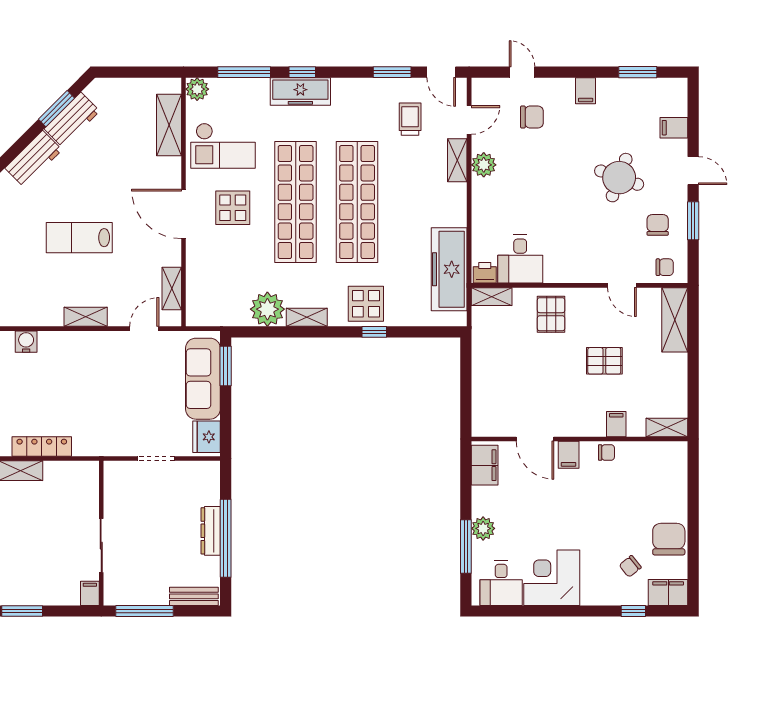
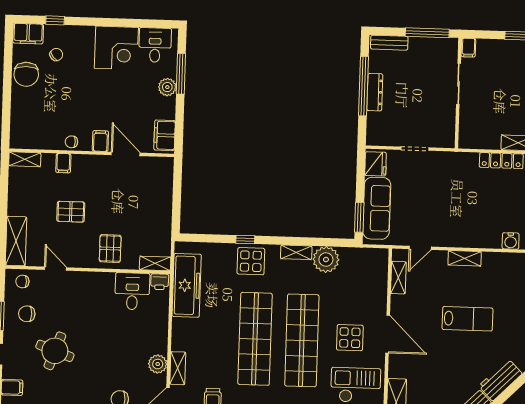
chair: (658, 225) -> (27, 314), turned 90

